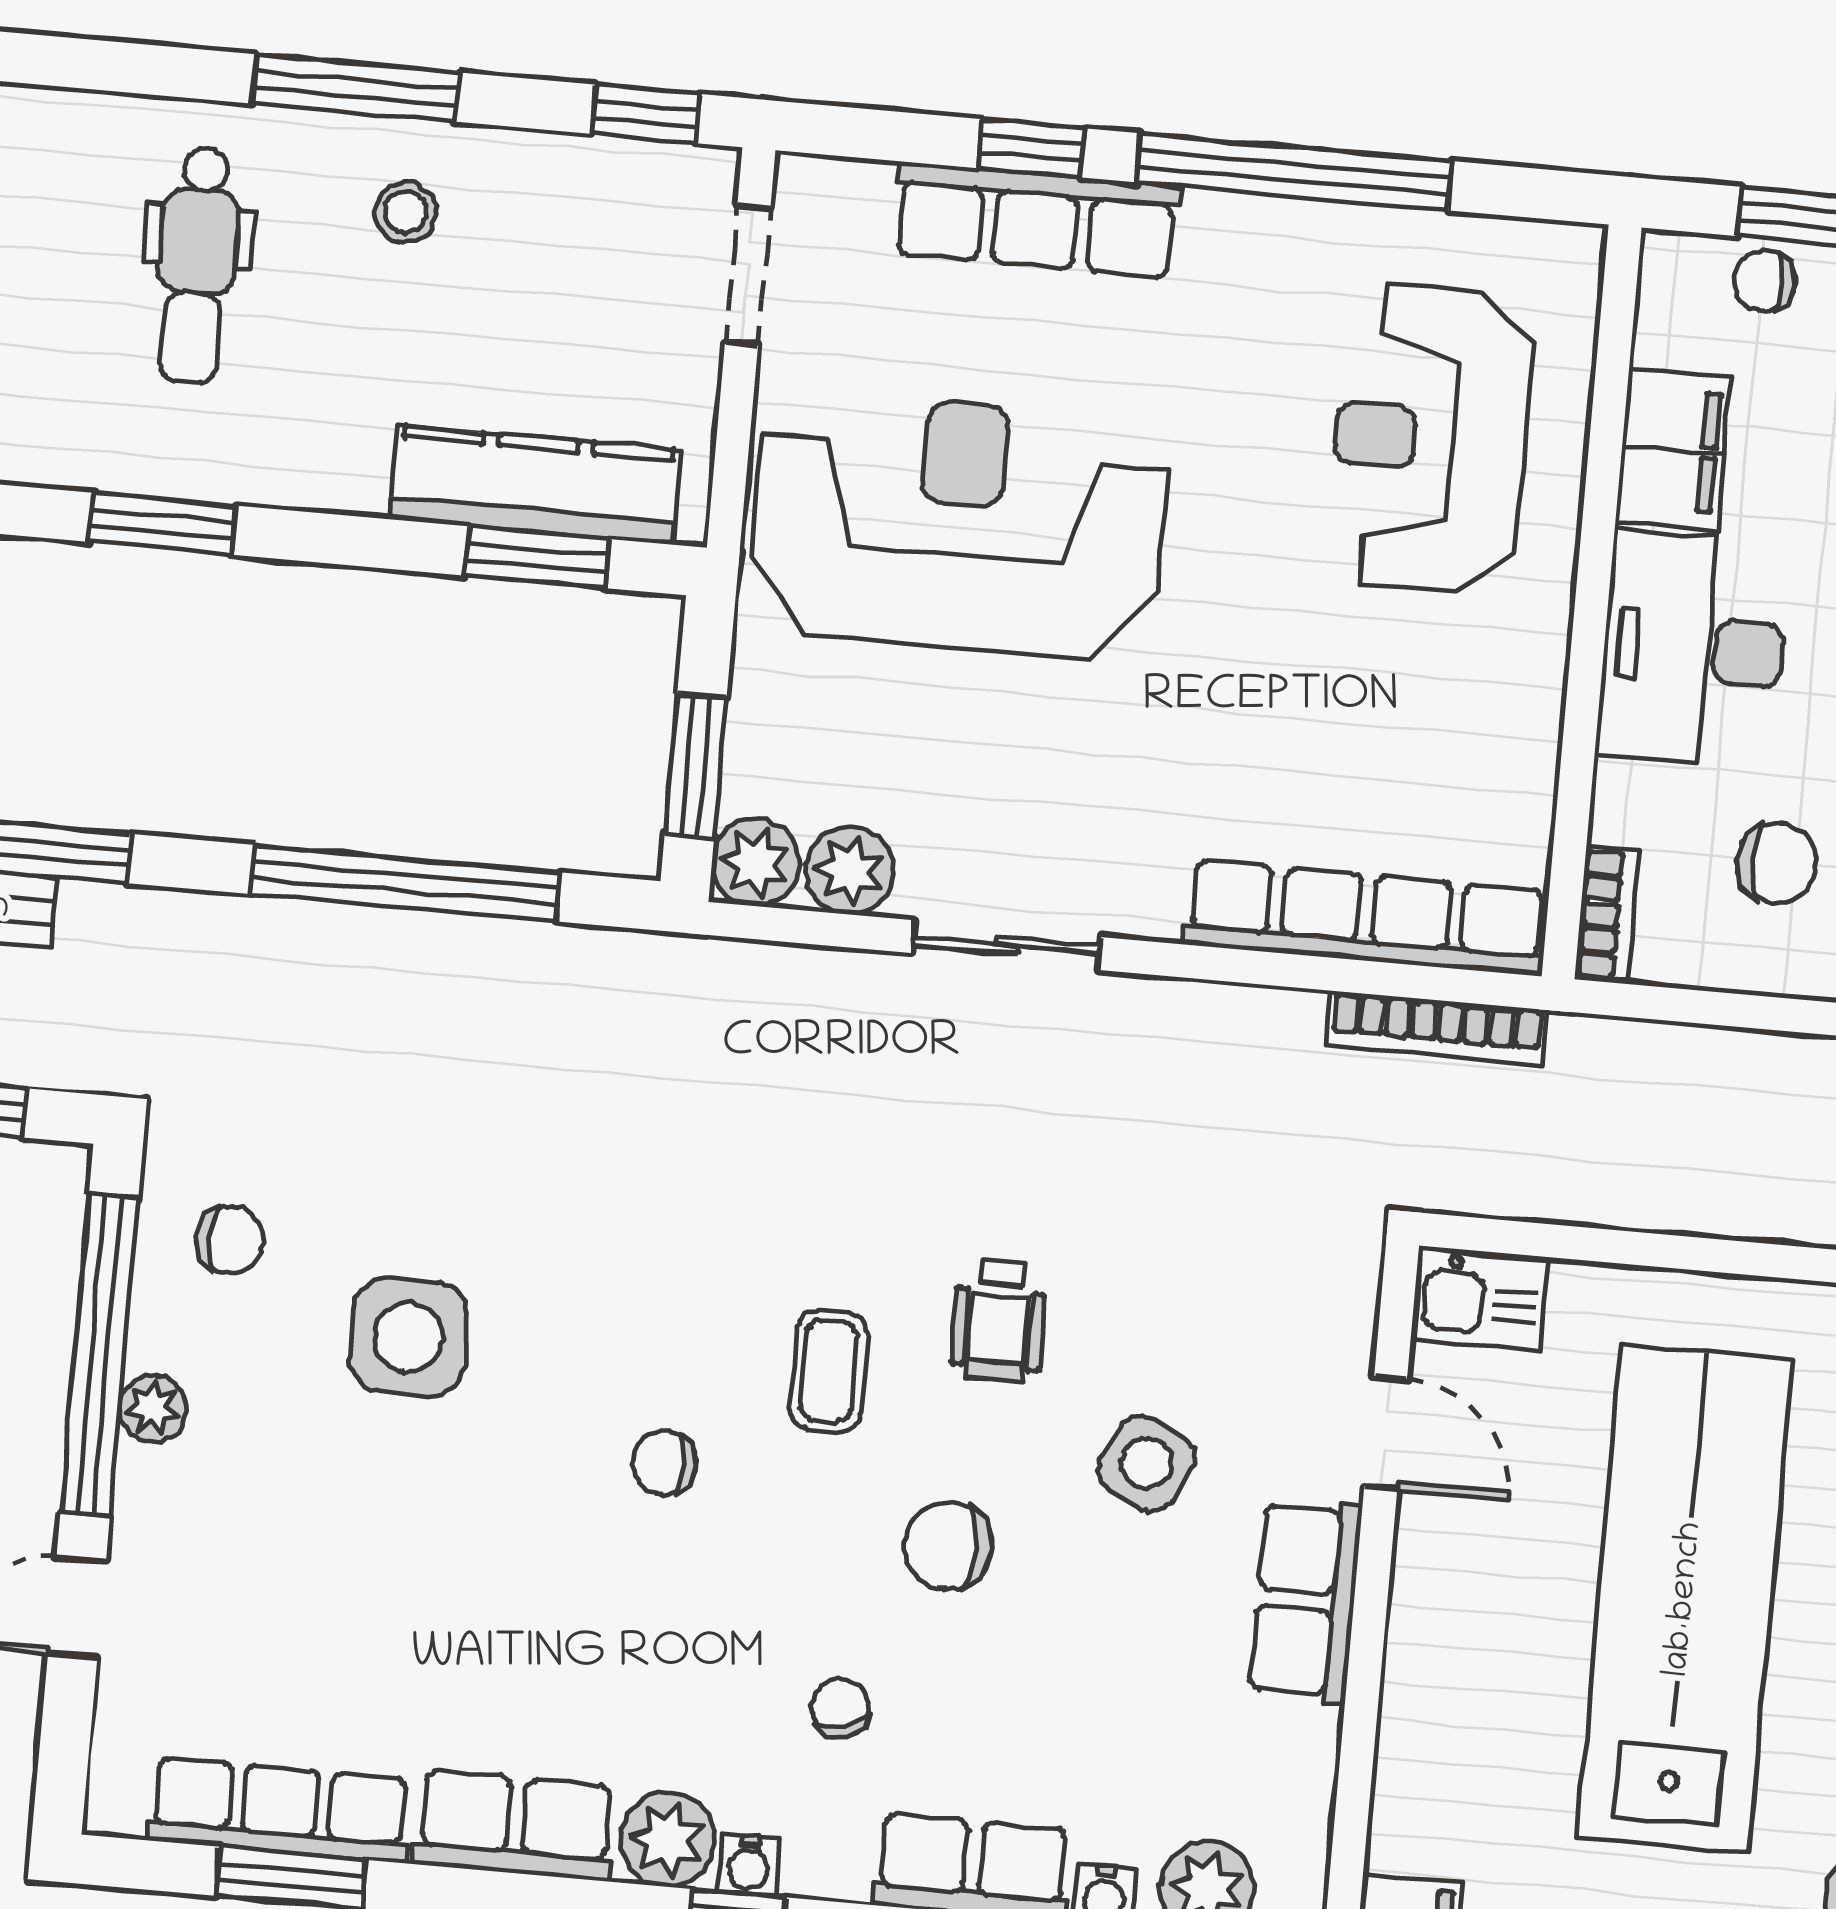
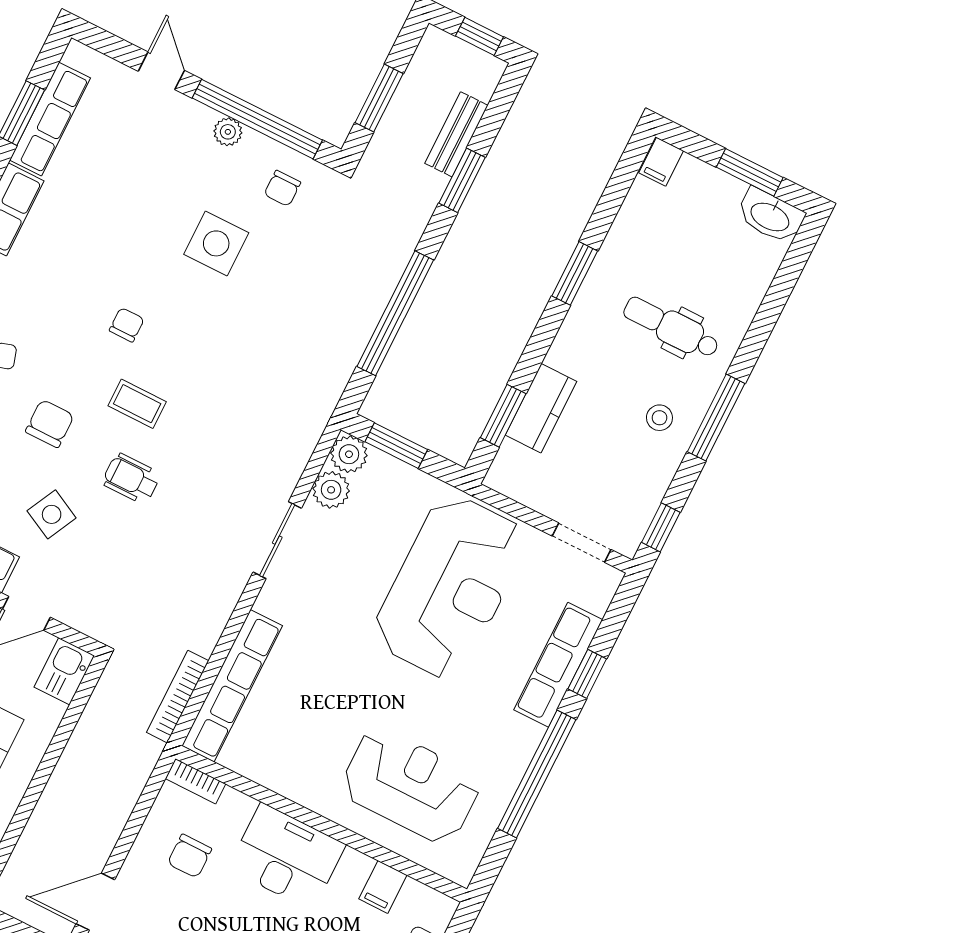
filing cabinet: (1673, 450) -> (383, 887), width x0.50
kitchen counter: (535, 485) -> (541, 408), width x0.67

